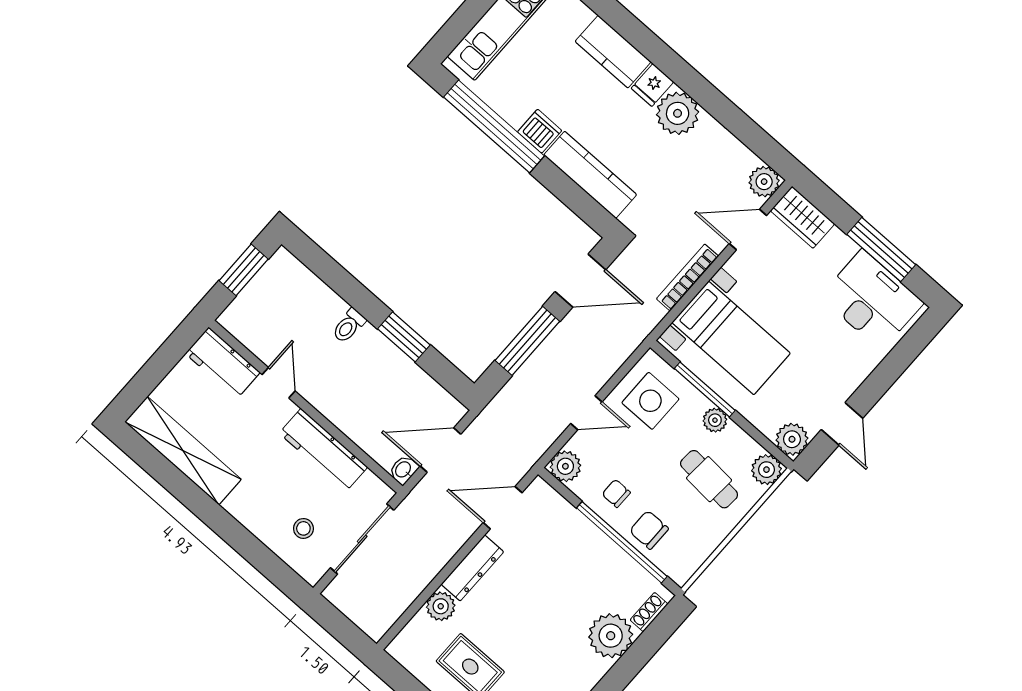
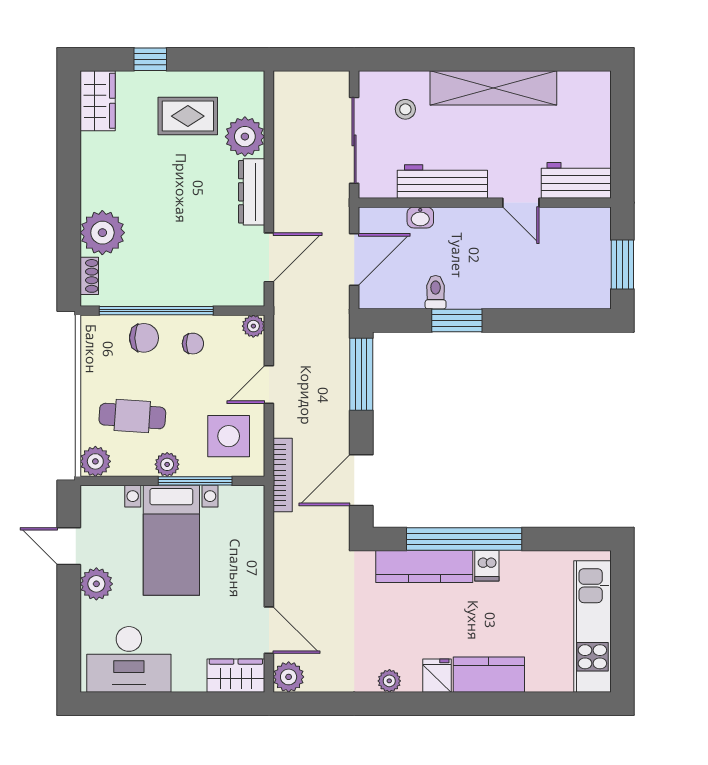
plant: (678, 113) -> (389, 681), width x0.53, depth x0.53
window: (494, 126) -> (464, 539), moved
dishwasher: (540, 131) -> (487, 566), width x0.73
door: (748, 229) -> (269, 630), hinge flipped
window: (881, 250) -> (155, 704), removed
bookcase: (687, 277) -> (283, 475), moved
toilet: (349, 326) -> (436, 292), moved
bed with nightstands: (731, 338) -> (171, 540), moved, turned -90
window: (527, 341) -> (361, 374), moved
plant: (792, 439) -> (96, 584), moved
shelving: (183, 451) -> (493, 88), moved
plant: (565, 466) -> (253, 326), width x0.73, depth x0.73
washbasin: (403, 470) -> (420, 217), moved, turned 90
plant: (441, 606) -> (245, 137), width x1.36, depth x1.36

